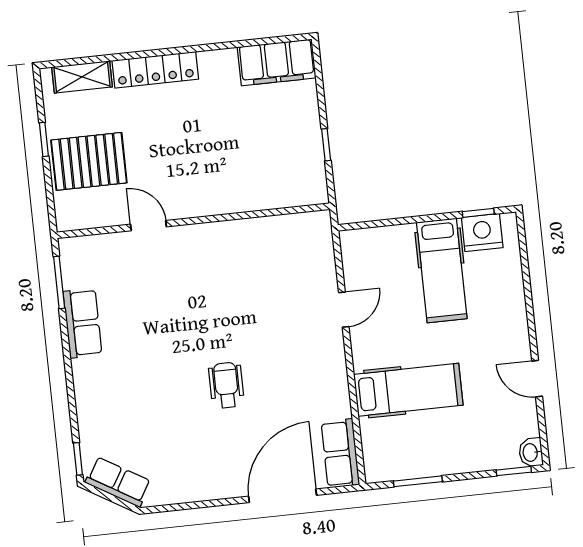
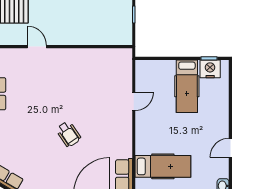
door: (537, 379) -> (230, 148), hinge flipped
wheelchair: (226, 385) -> (69, 134), turned 146
hospital bed: (408, 390) -> (163, 166), moved

